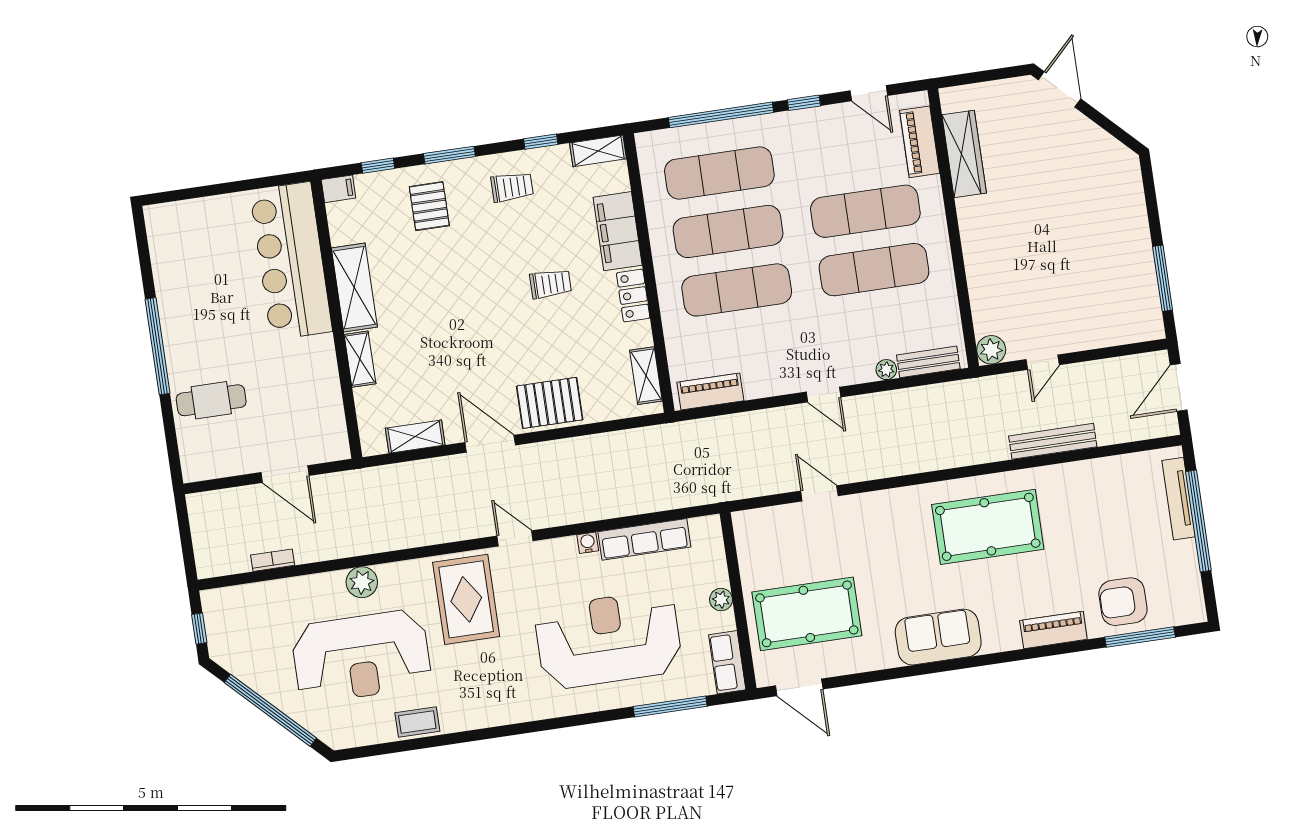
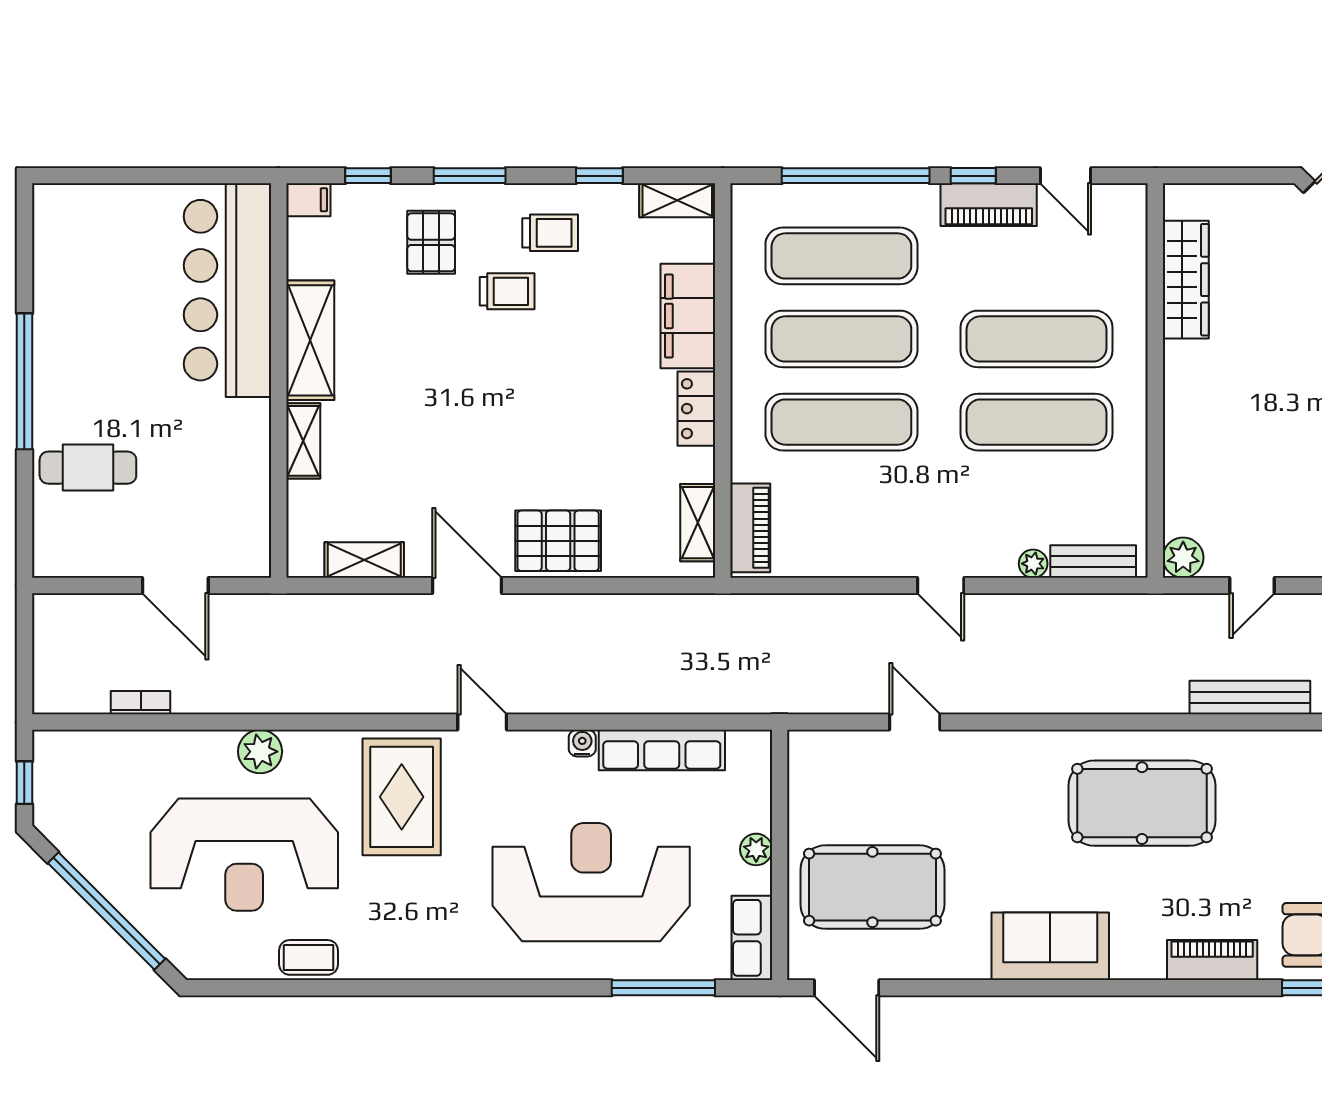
piano: (920, 142) -> (989, 205), moved, turned -90
trolley: (551, 284) -> (507, 291), moved
piano: (710, 391) -> (750, 528), moved, turned 90

